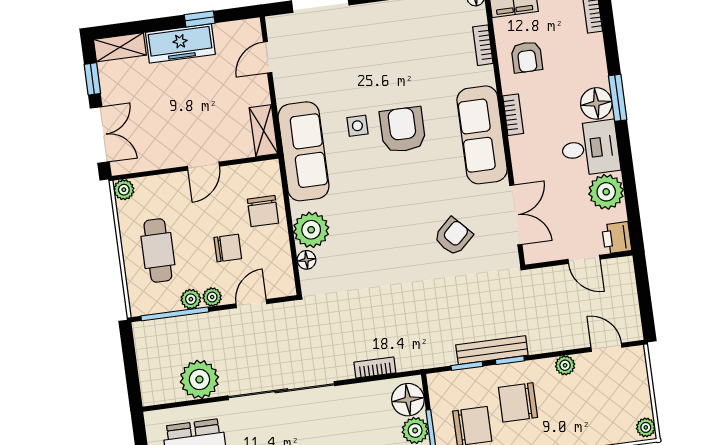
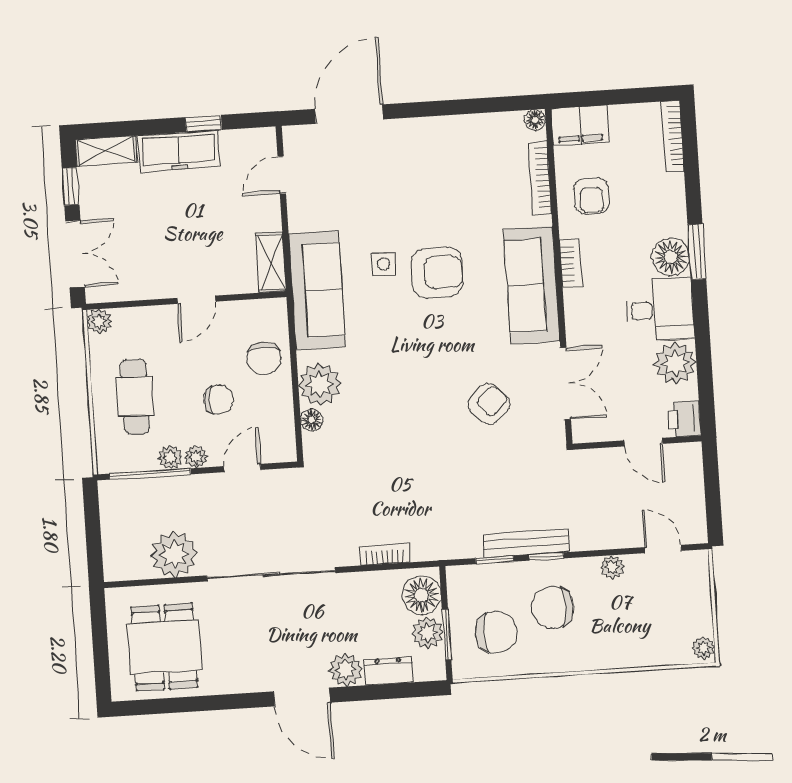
bookcase: (483, 45) -> (540, 178), width x1.56
armchair: (403, 130) -> (437, 272), turned 90

